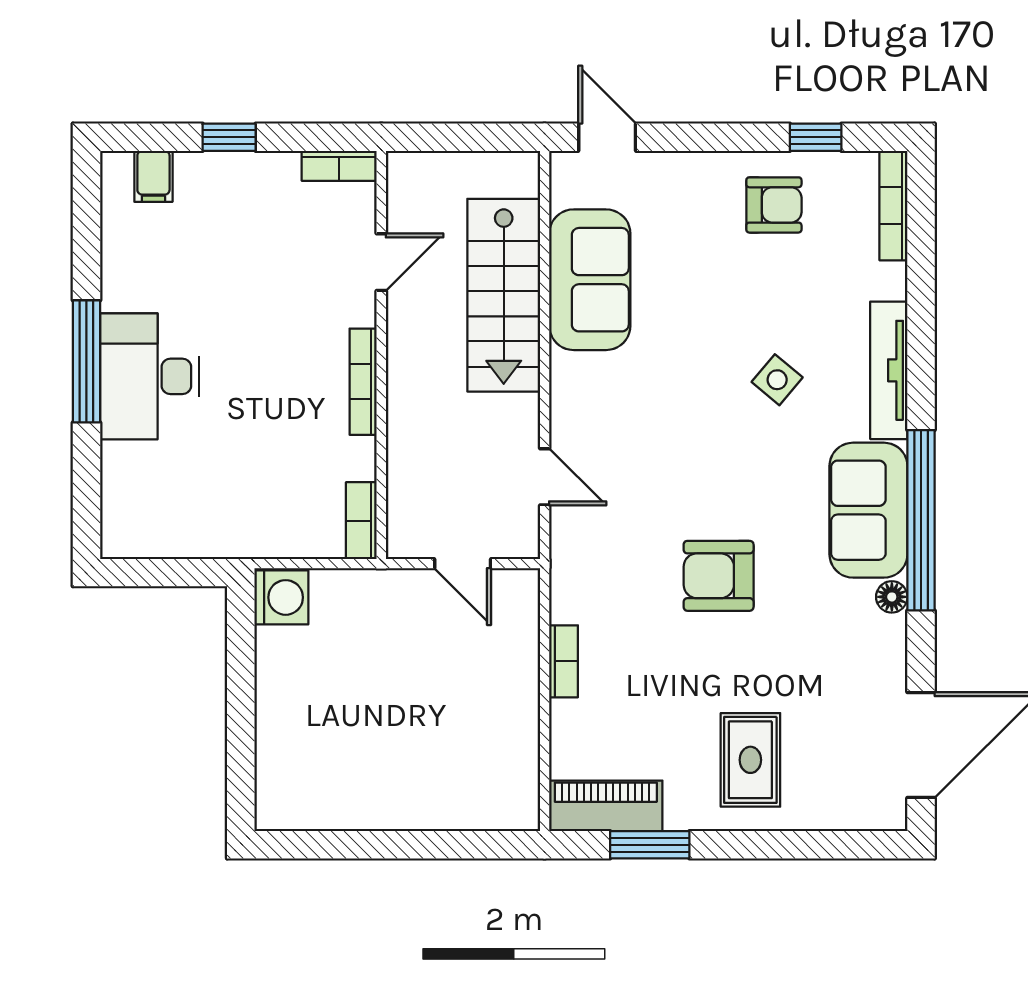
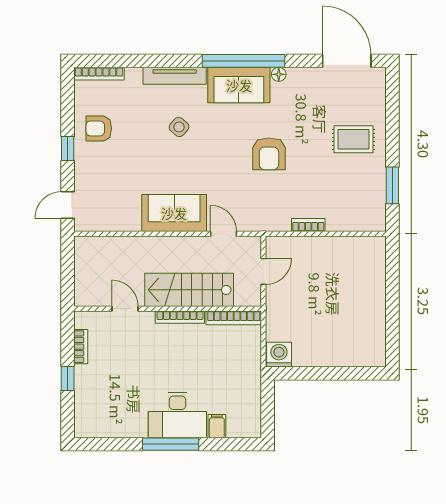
window: (816, 137) -> (68, 149), moved
bookcase: (339, 166) -> (81, 347), moved
filing cabinet: (153, 176) -> (217, 426), moved, turned -90
armchair: (774, 205) -> (99, 128), turned -90
sofa: (590, 280) -> (174, 213), moved
stairs: (504, 295) -> (189, 290), moved, turned 180
door: (545, 477) -> (224, 234), hinge flipped
bookcase: (361, 521) -> (234, 318), width x1.56
piano: (606, 806) -> (375, 206), removed

